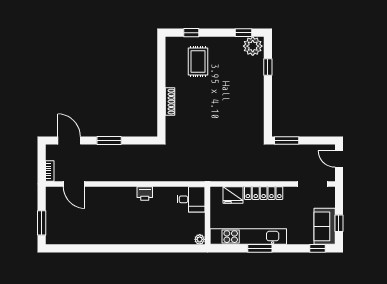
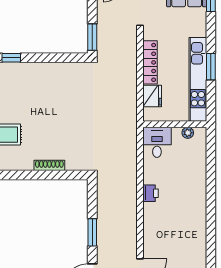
plant: (200, 239) -> (188, 133), moved

